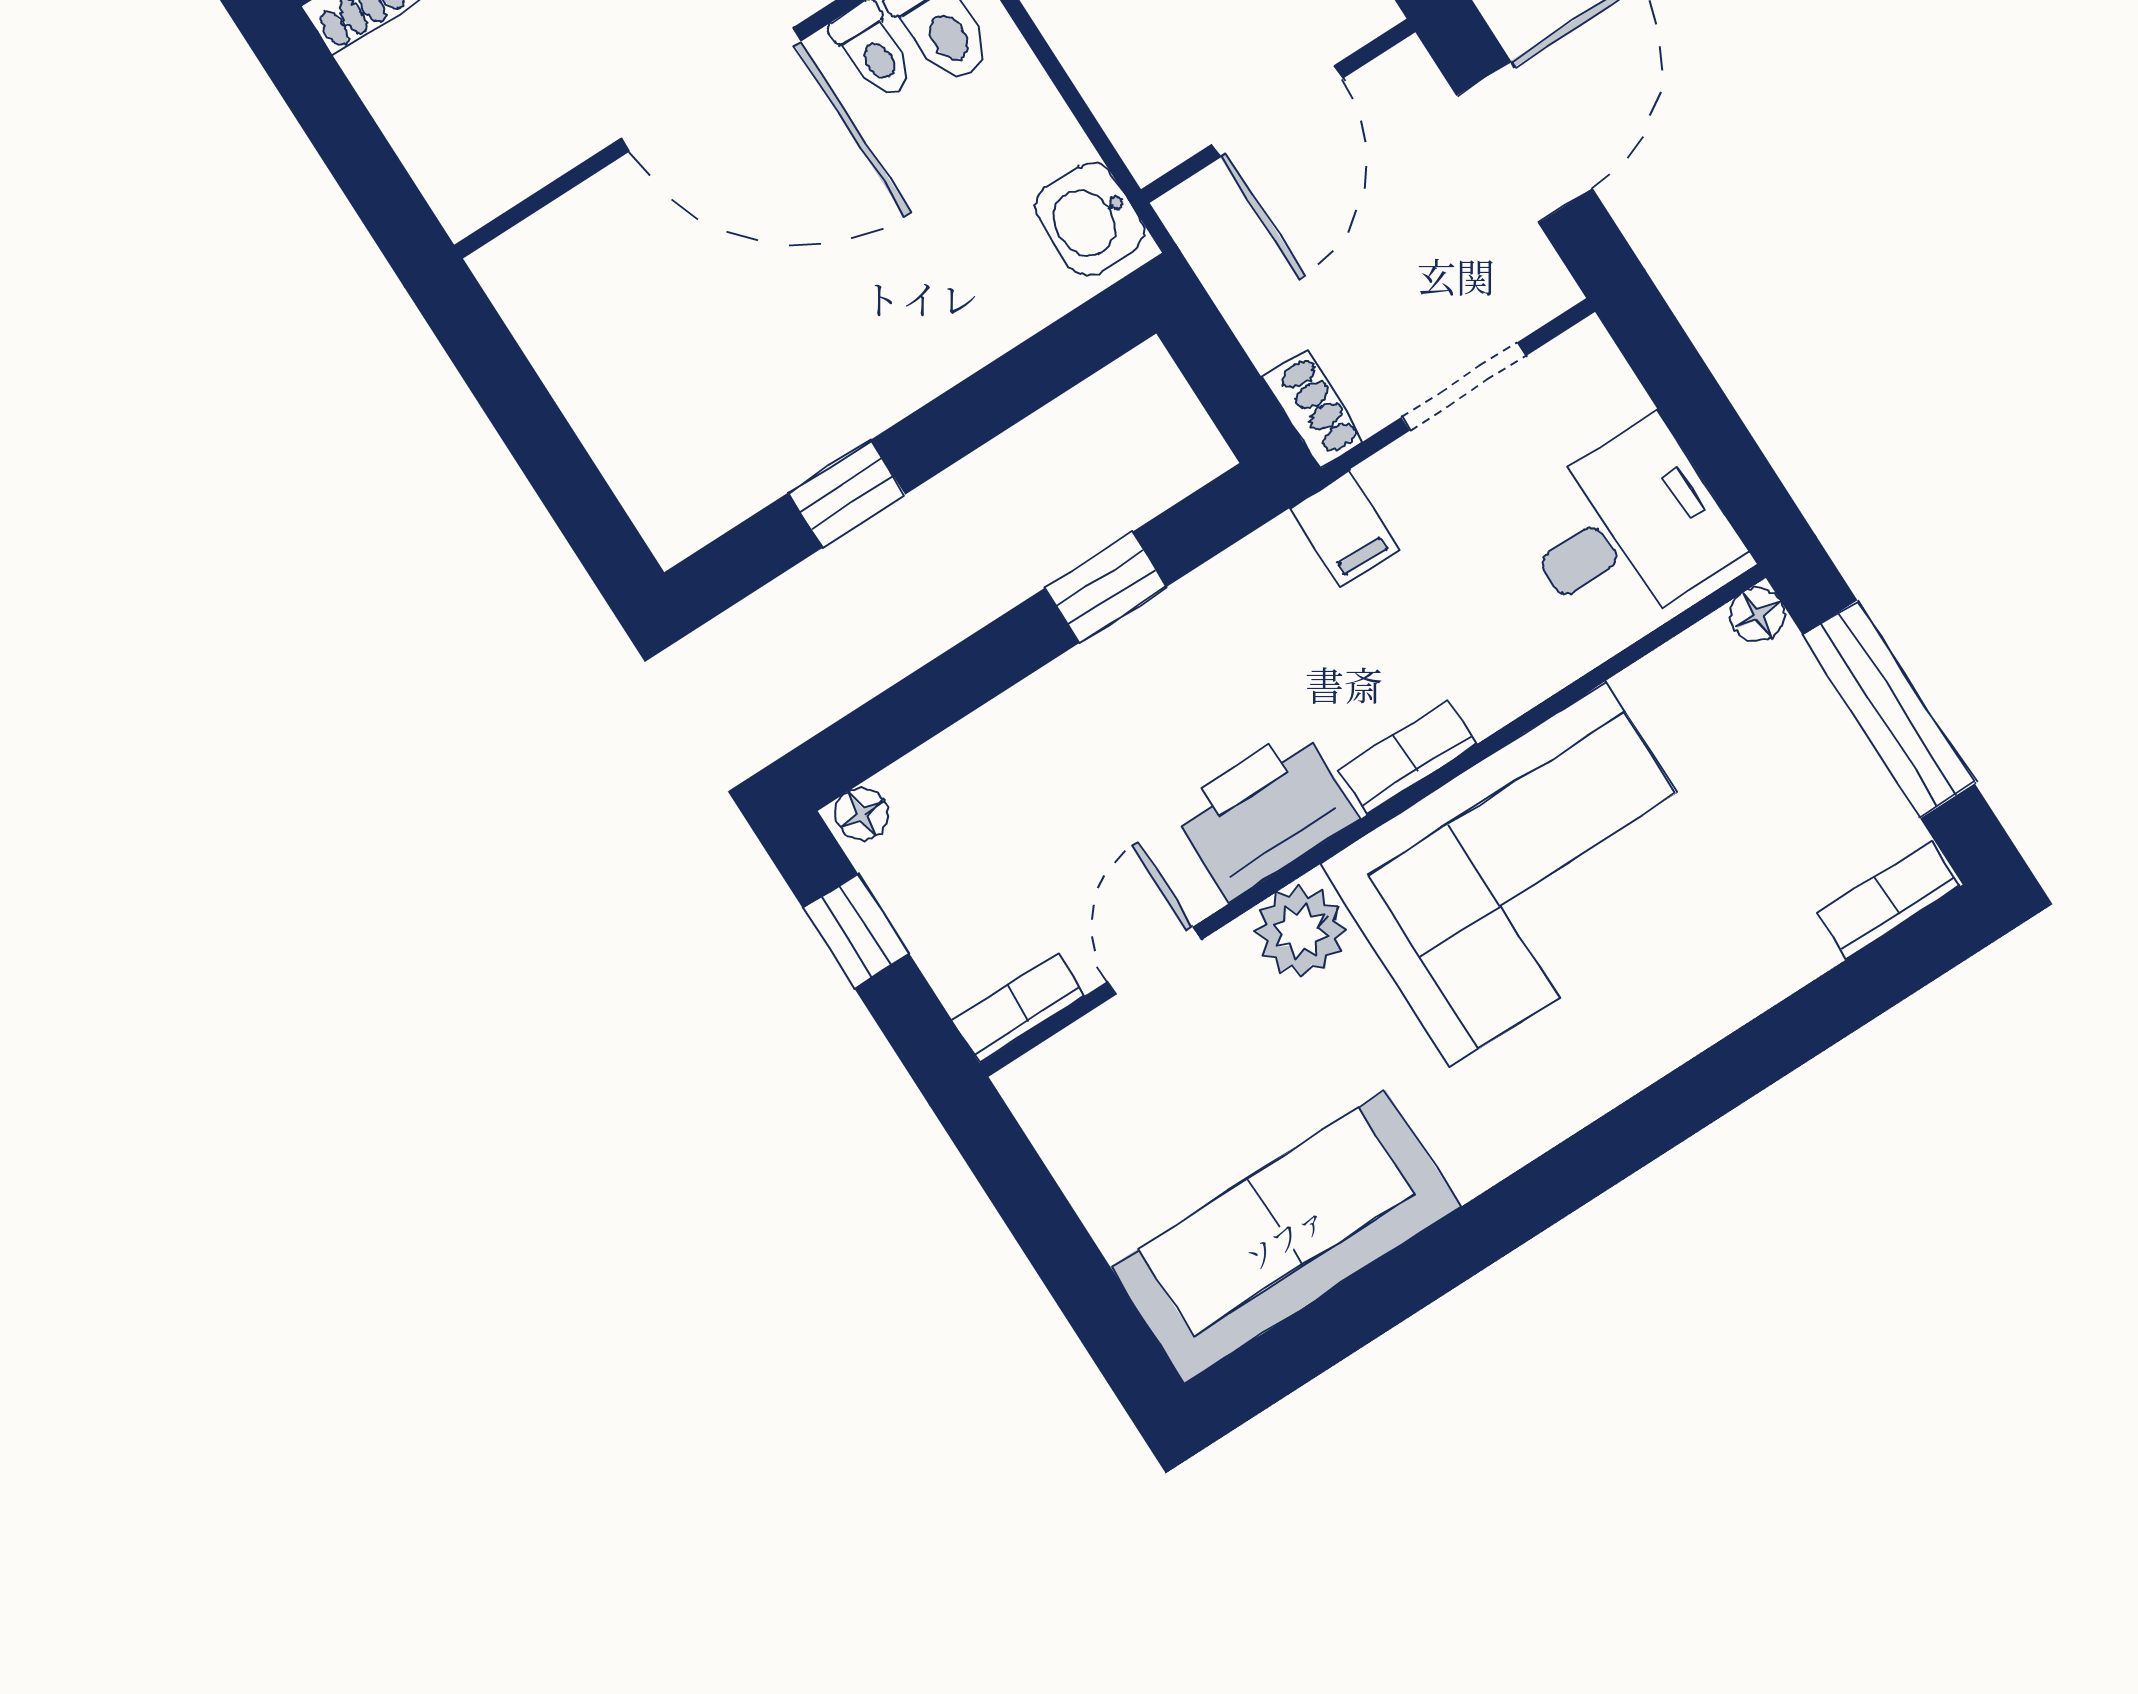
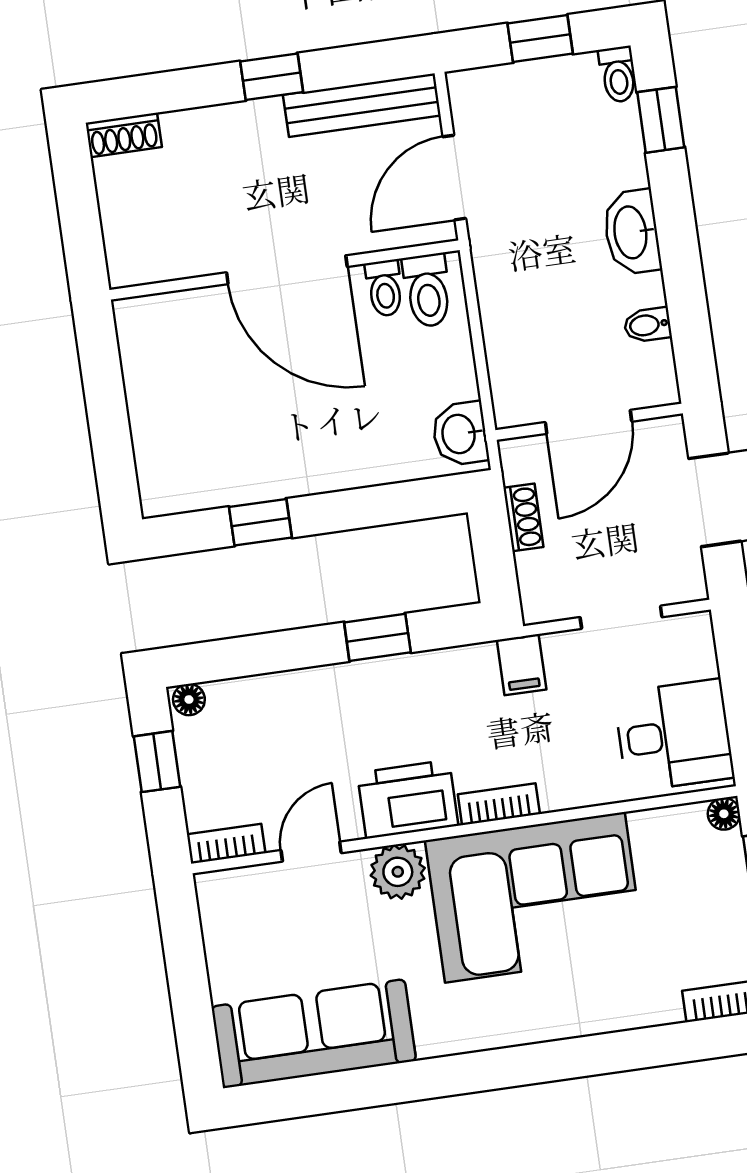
shoe rack: (1313, 409) -> (523, 517), moved

